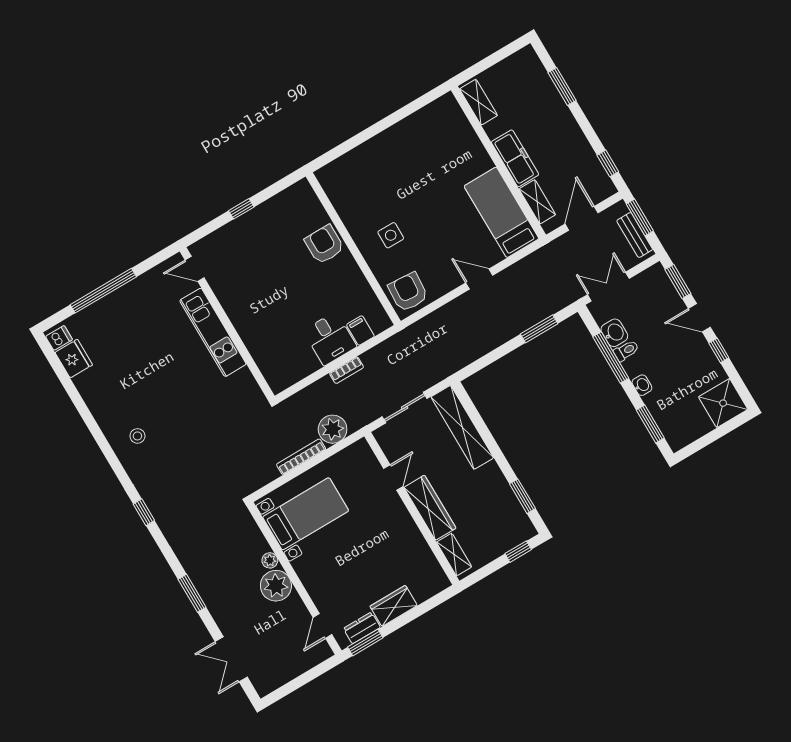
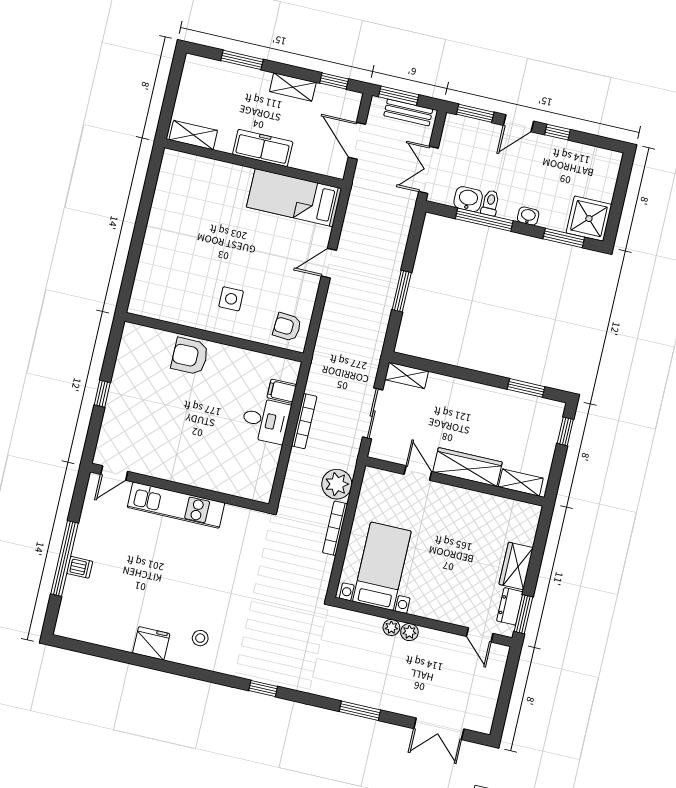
shelving: (537, 202) -> (293, 87), moved
armchair: (408, 292) -> (287, 327), width x0.72, depth x0.72
window: (539, 329) -> (402, 291), moved
dishwasher: (59, 338) -> (80, 567), moved, turned 90
fridge: (74, 359) -> (151, 643), moved
bookcase: (347, 370) -> (304, 421), width x1.56
shower: (723, 403) -> (589, 219), moved
shelving: (462, 427) -> (407, 375), width x0.45, depth x0.75
plant: (276, 586) -> (409, 632), width x0.53, depth x0.53

